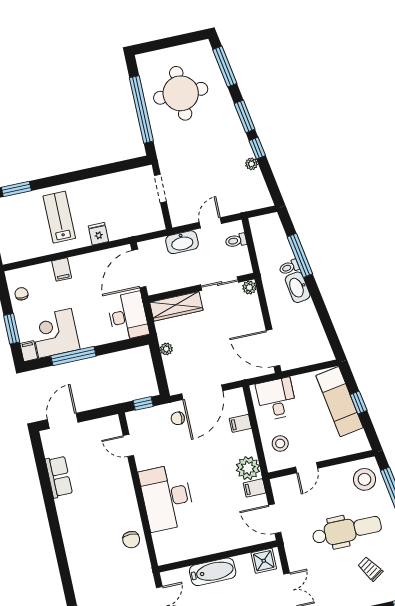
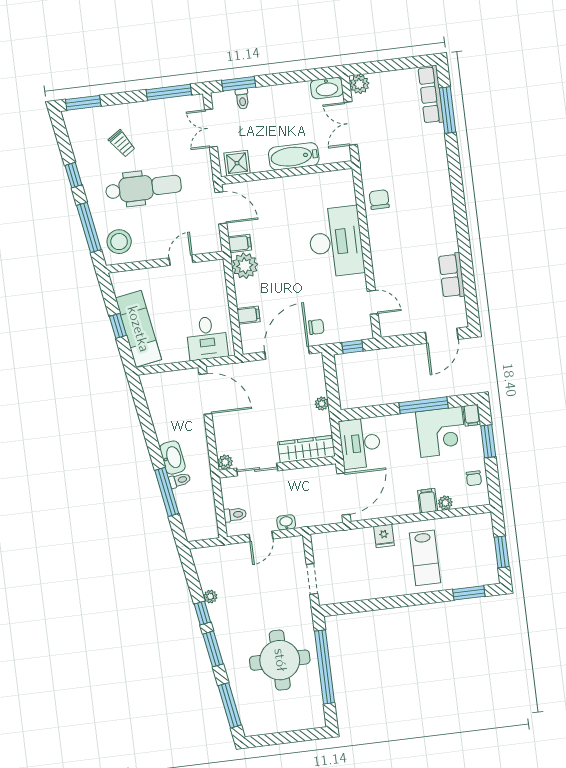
round table: (181, 93) -> (280, 660), moved
washbasin: (182, 242) -> (286, 522), width x0.52, depth x0.69
plant: (45, 269) -> (445, 503), added
stool: (280, 443) -> (207, 289), removed
dental chair: (347, 530) -> (143, 188), turned 180

